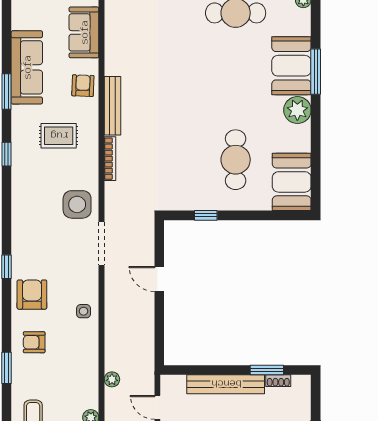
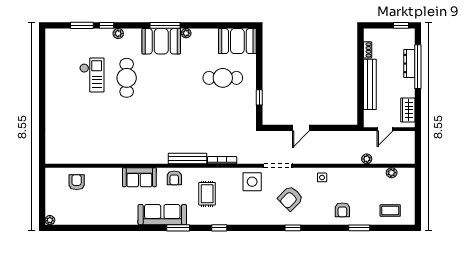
armchair: (83, 86) -> (174, 178), turned -92
plant: (297, 110) -> (186, 33), width x0.53, depth x0.53
armchair: (32, 295) -> (290, 198), moved, turned -45
window: (267, 370) -> (361, 57), removed

